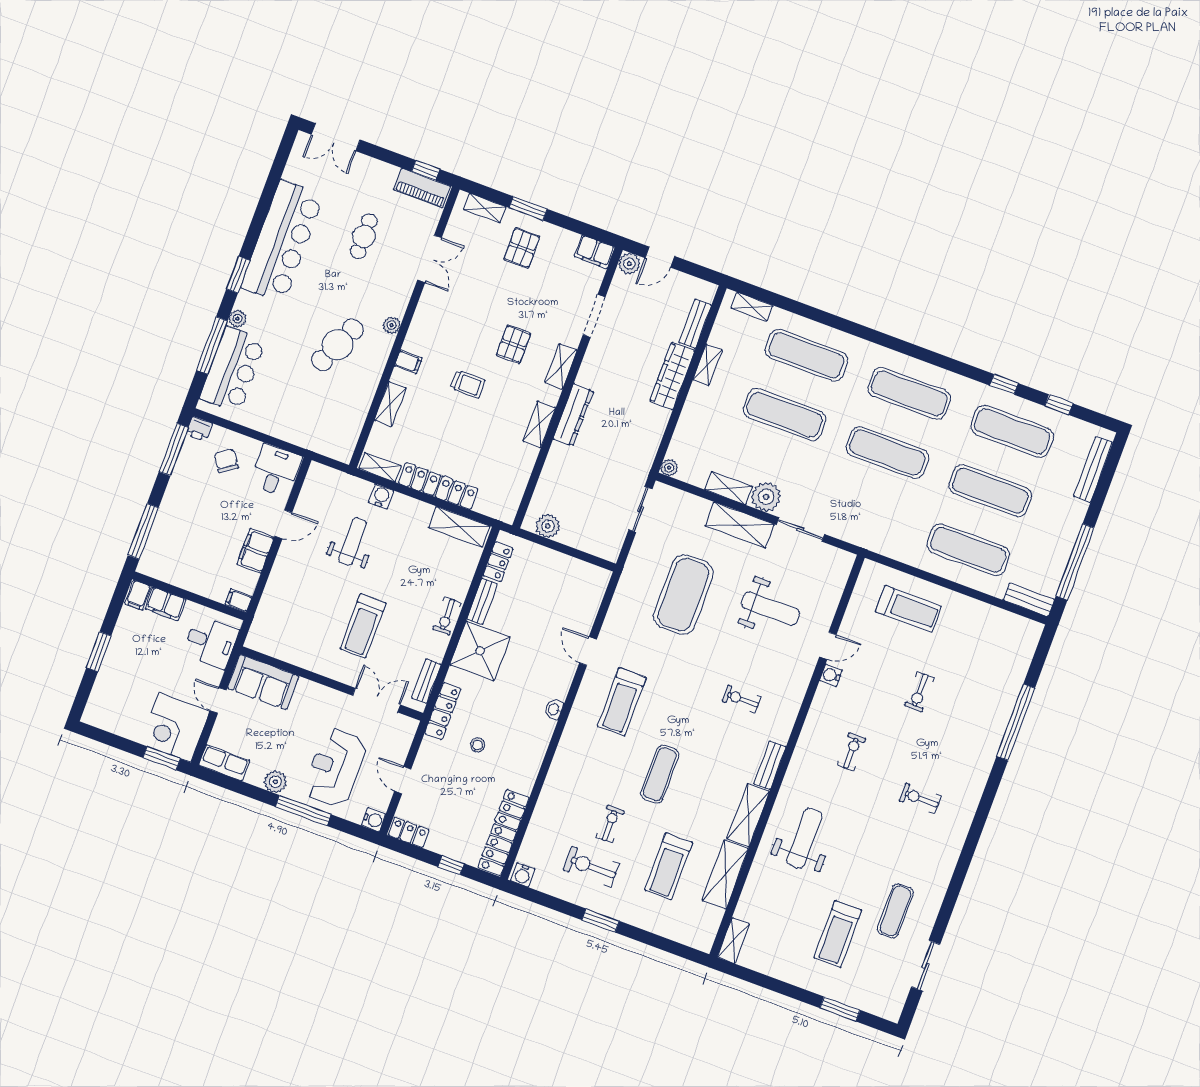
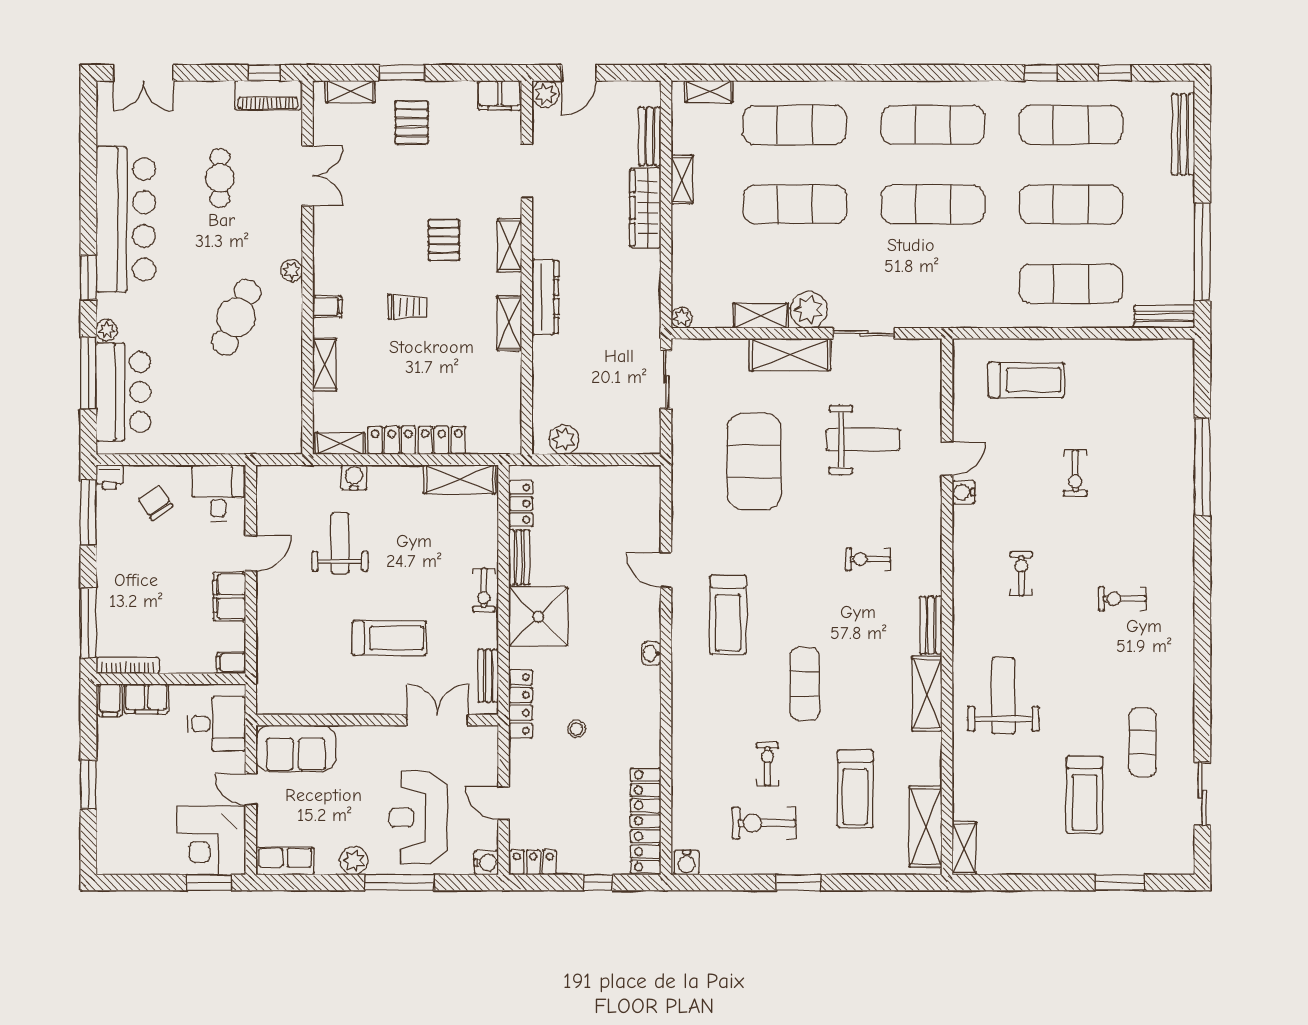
bookcase: (161, 574) -> (128, 666), added
treadmill: (363, 626) -> (389, 638), turned -90
shelving: (725, 875) -> (926, 826), moved

